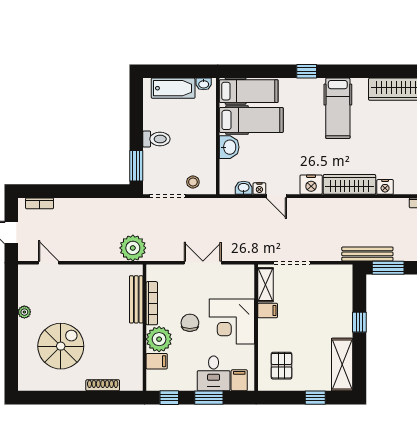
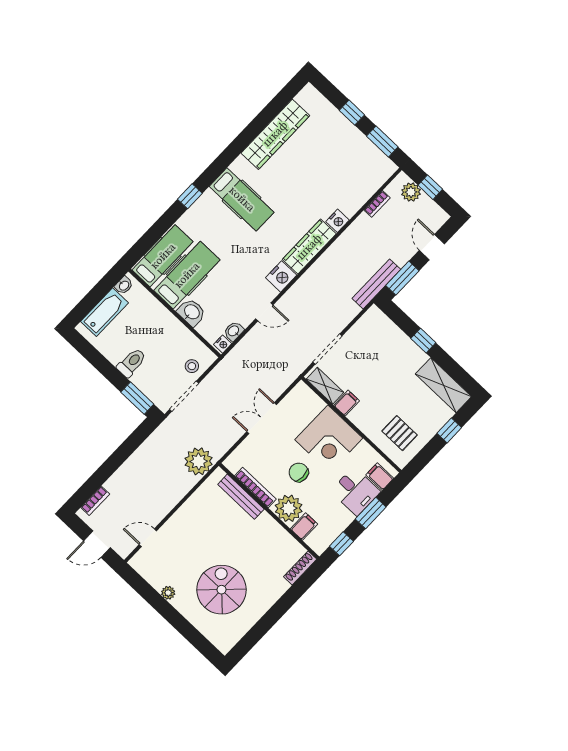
nightstand: (259, 189) -> (223, 344), moved
shoe rack: (103, 385) -> (300, 568), moved

